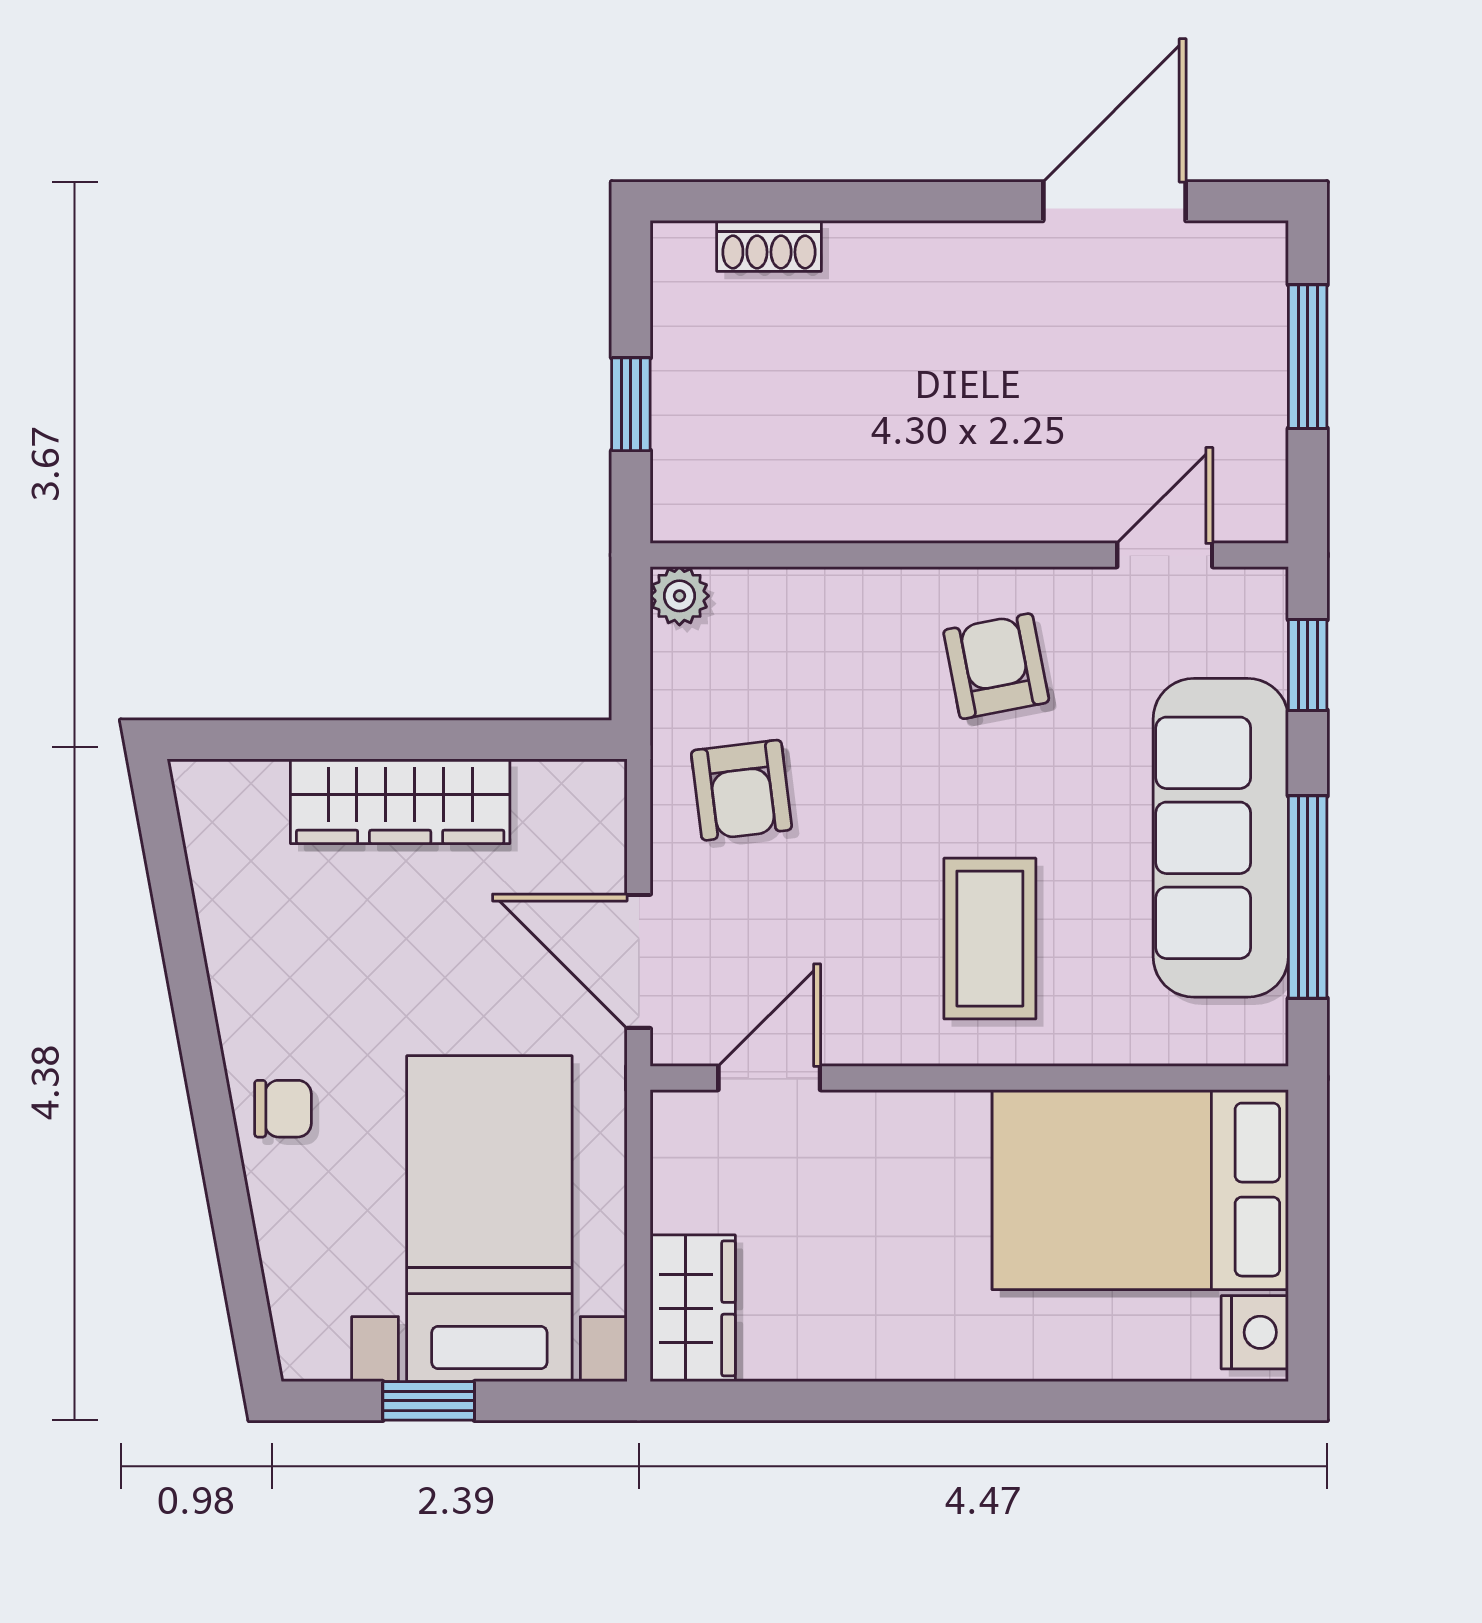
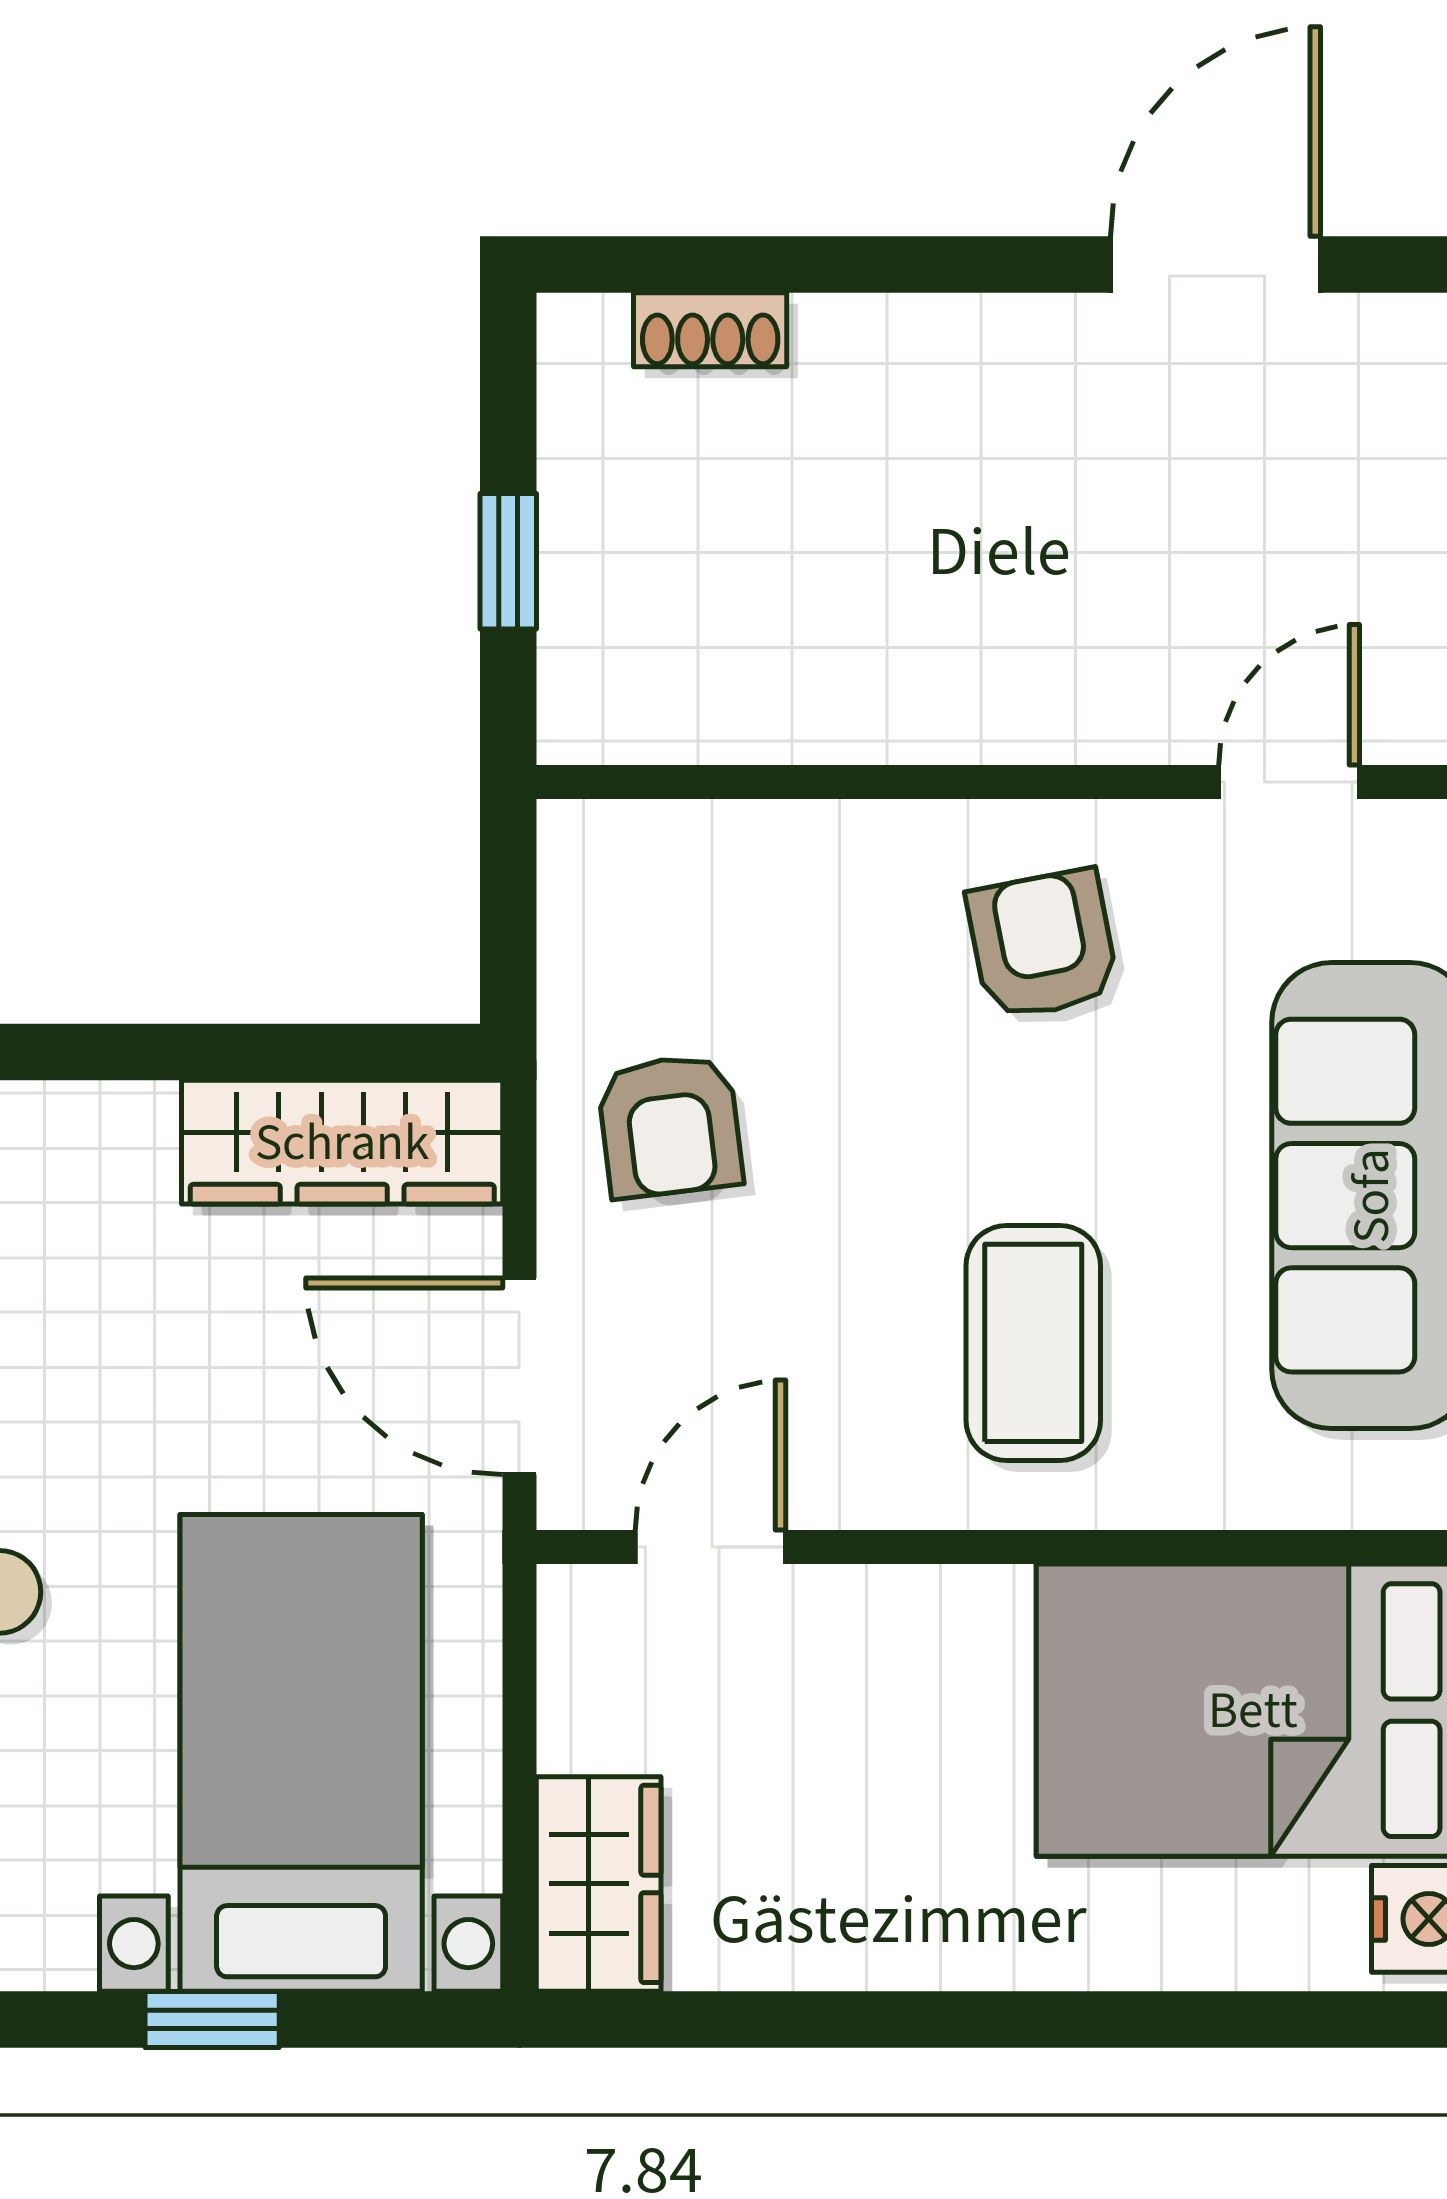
plant: (679, 596) -> (579, 842), removed
wardrobe: (400, 801) -> (342, 1142), moved

